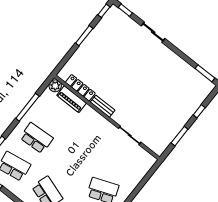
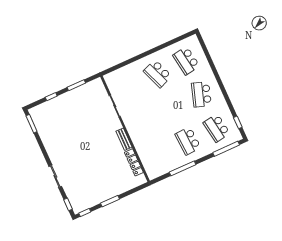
plant: (55, 86) -> (153, 174), removed
piano: (72, 99) -> (145, 157), removed

